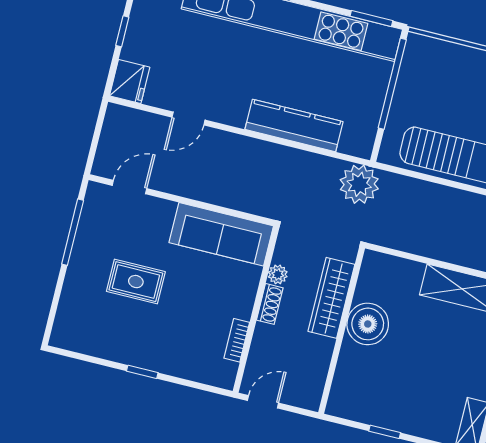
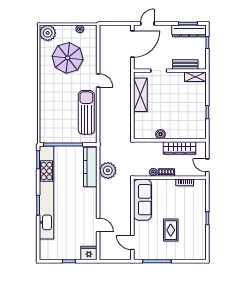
kitchen counter: (294, 126) -> (90, 167), moved
plant: (359, 184) -> (108, 170), moved
wardrobe: (331, 298) -> (179, 148), moved
boiler: (368, 324) -> (160, 134), width x0.54, depth x0.54

